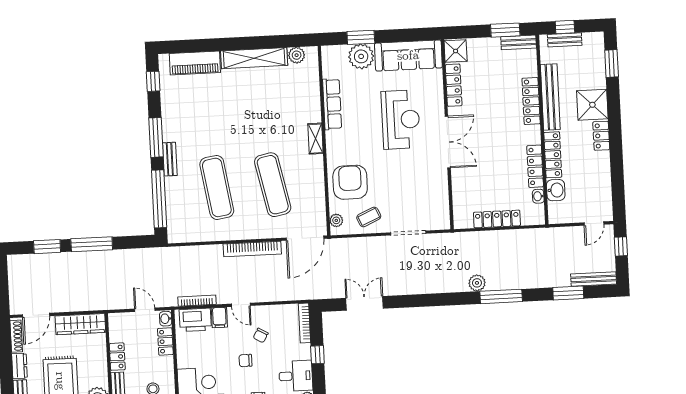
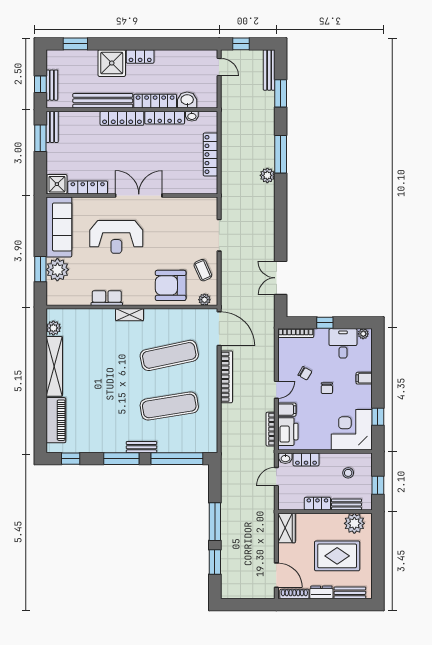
locker: (531, 101) -> (122, 118), moved
row of seats: (332, 104) -> (107, 298), width x0.68
reception desk: (401, 120) -> (116, 237), turned 180
wardrobe: (80, 324) -> (286, 528), width x0.67

